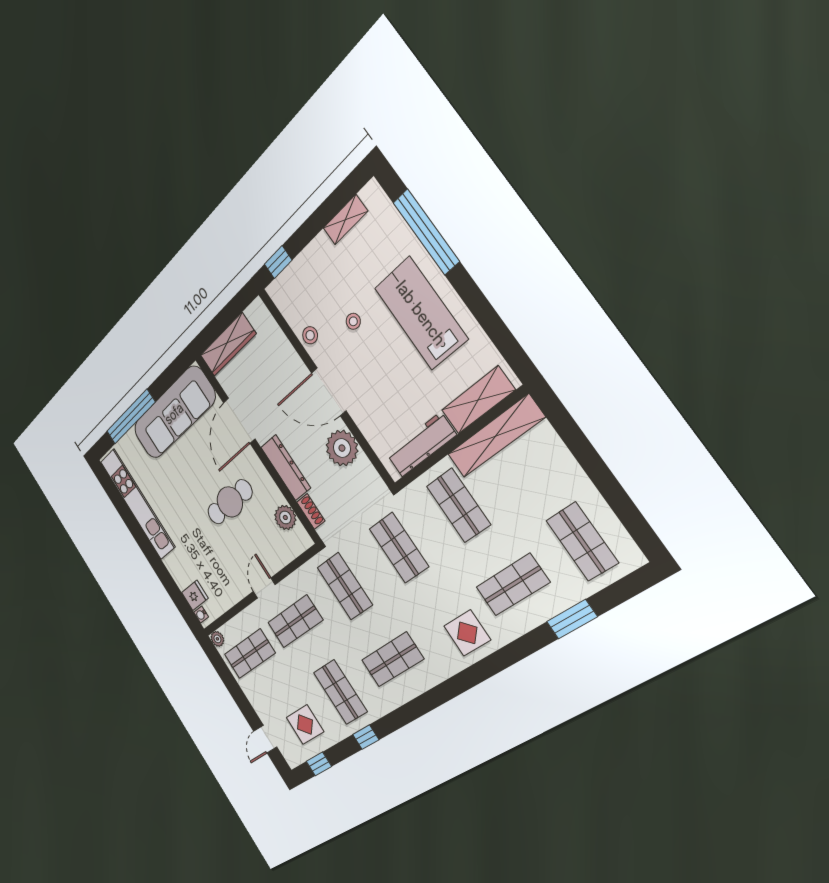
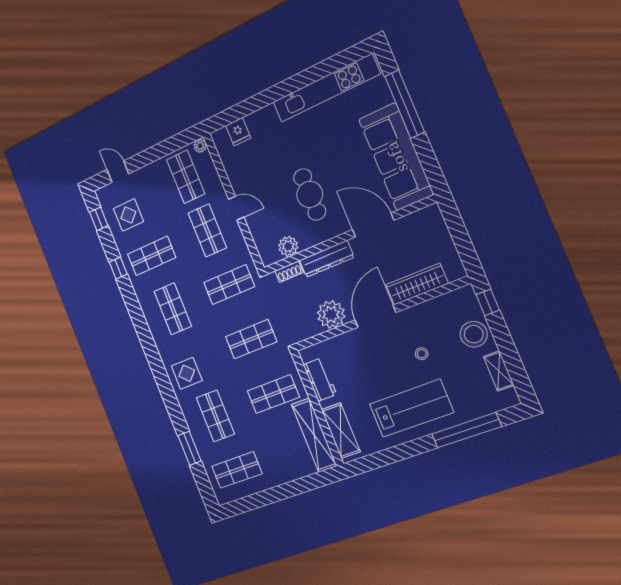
stool: (310, 335) -> (474, 334), moved, width x1.89, depth x1.89
wardrobe: (228, 345) -> (417, 284), moved, turned 90
workbench: (421, 445) -> (320, 380), width x0.73
water cooler: (201, 615) -> (222, 134), removed

